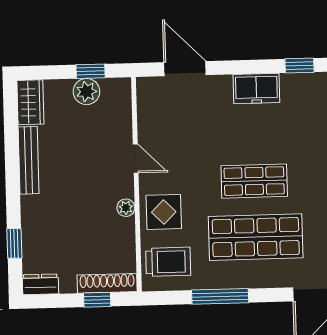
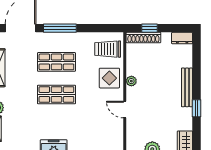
bench: (29, 160) -> (187, 87), moved
shop shelf: (256, 237) -> (56, 62), width x0.70, depth x0.74
window: (14, 243) -> (197, 108), moved
window: (220, 296) -> (60, 28), moved

